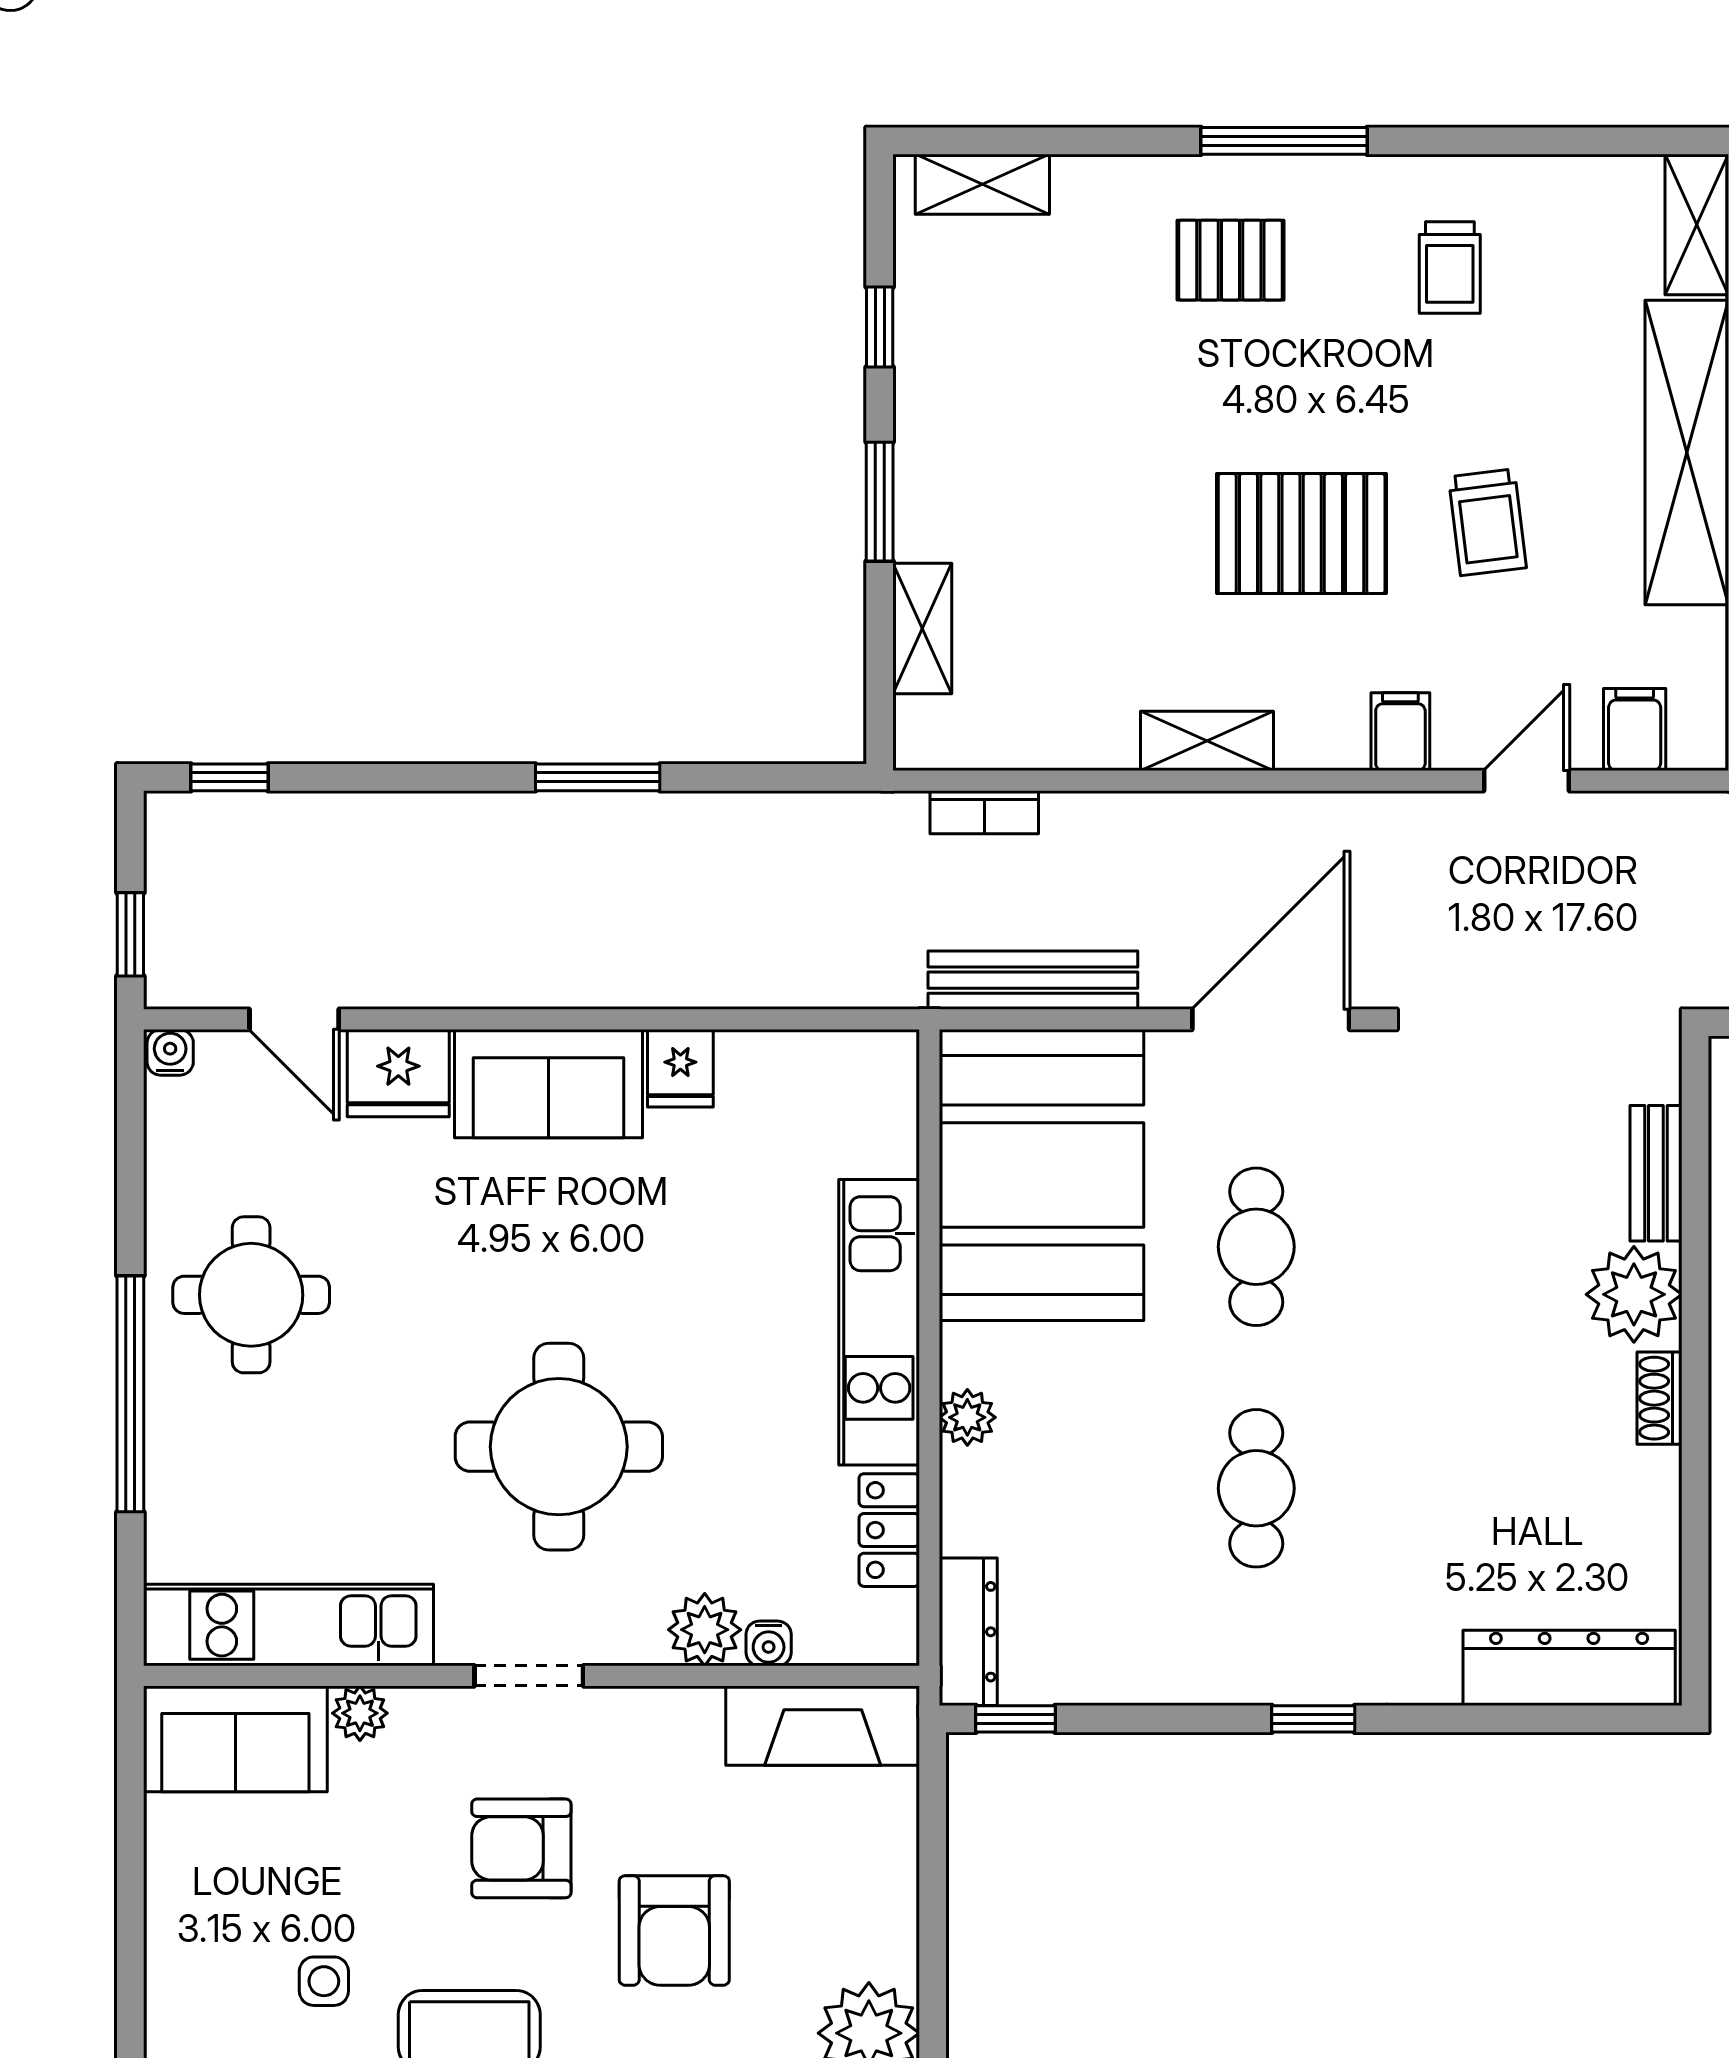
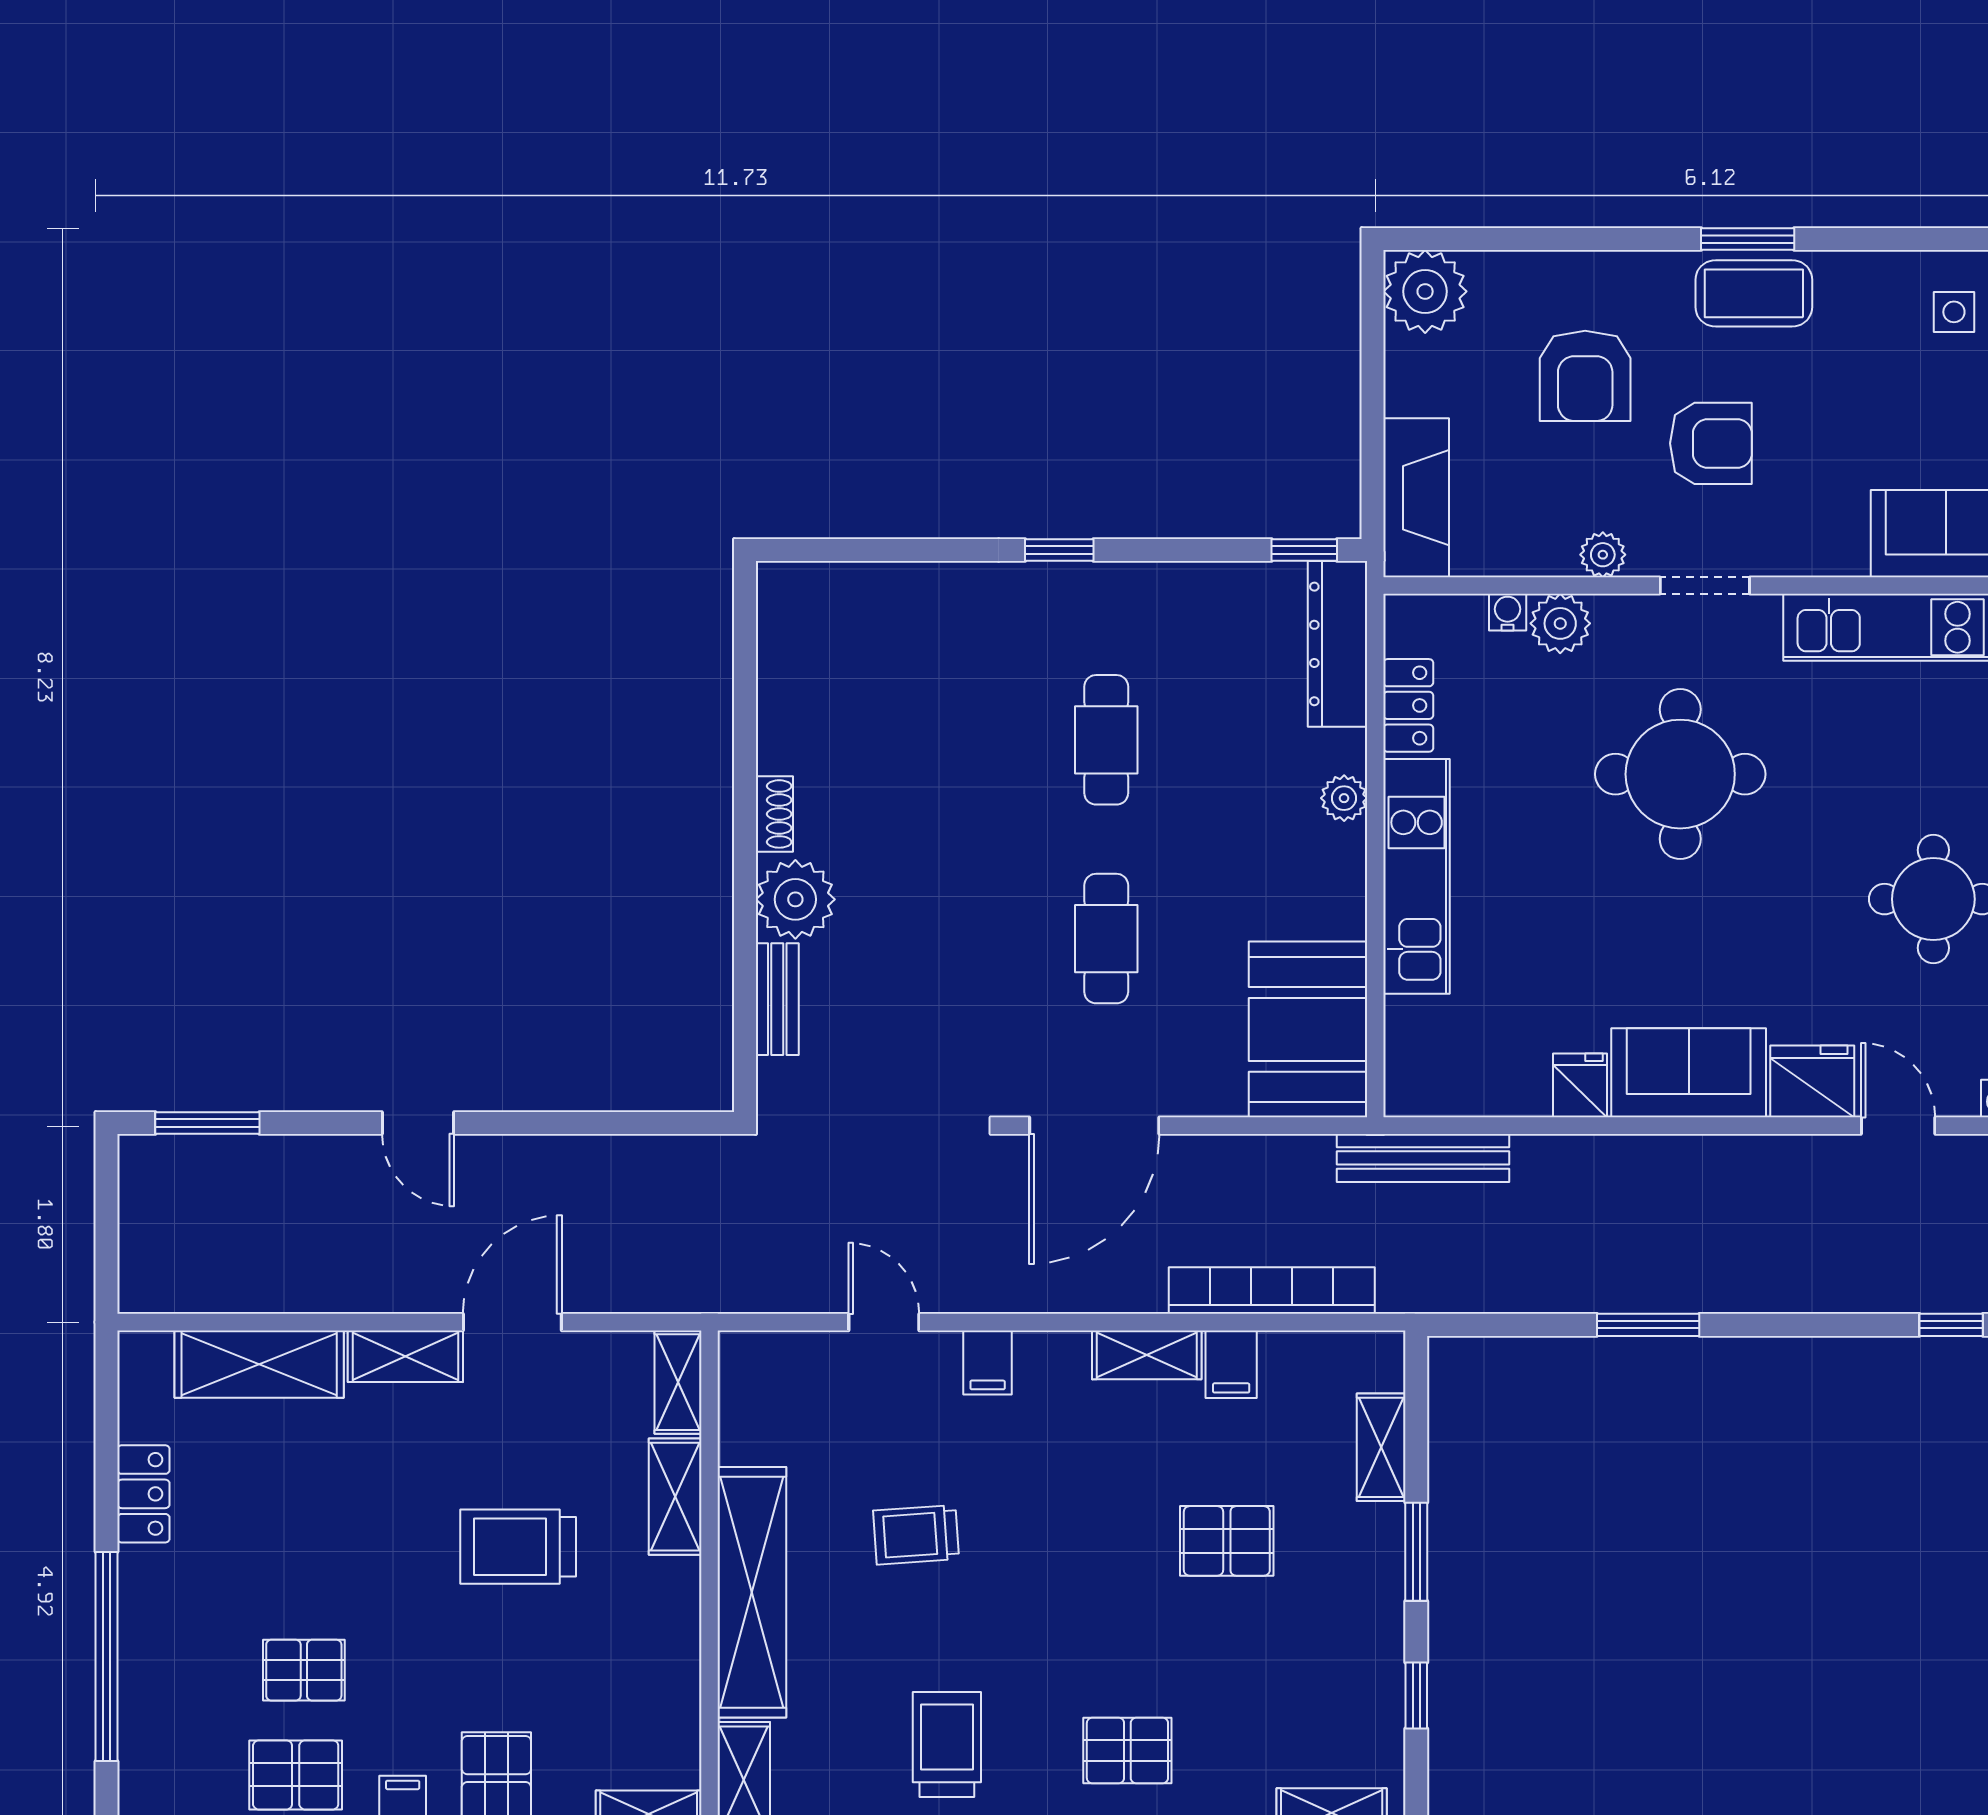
trolley: (1450, 267) -> (947, 1744), width x1.36, depth x1.39
trolley: (1487, 522) -> (916, 1535), turned -87
pallet: (1302, 534) -> (1227, 1541), moved, width x0.67, depth x0.71
filing cabinet: (1635, 730) -> (1231, 1364), moved
door: (1526, 781) -> (884, 1322), swing flipped
bookcase: (984, 812) -> (1272, 1291), width x2.31, depth x1.31
bench: (1033, 980) -> (1423, 1158), moved
booth: (1041, 1175) -> (1308, 1029), width x0.73, depth x0.70
dresser: (968, 1632) -> (1337, 644), width x1.37, depth x1.24
dresser: (1569, 1668) -> (849, 592), removed
plant: (360, 1713) -> (1603, 555), moved
fireplace: (823, 1726) -> (1416, 498), moved, turned 90
armchair: (674, 1930) -> (1585, 376), turned 180
side table: (324, 1981) -> (1954, 312), moved

